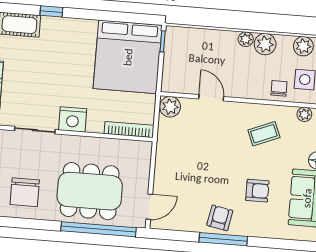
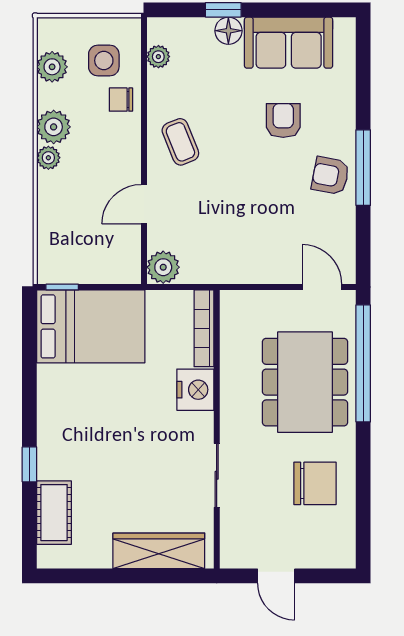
bed: (128, 57) -> (91, 326), width x0.73
nightstand: (73, 119) -> (195, 390), moved
coffee table: (264, 134) -> (180, 142), moved

